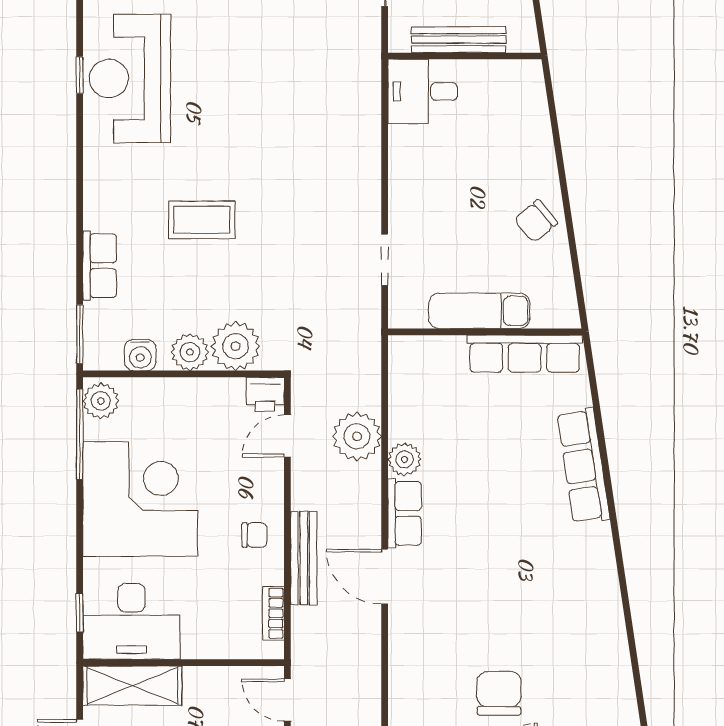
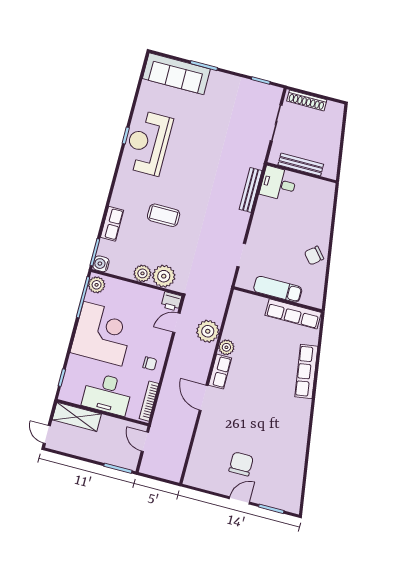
water cooler: (140, 355) -> (101, 264), moved, turned 90
bench: (304, 558) -> (251, 190), moved
bookcase: (273, 613) -> (149, 401), width x1.56
desk: (131, 621) -> (107, 394), moved

